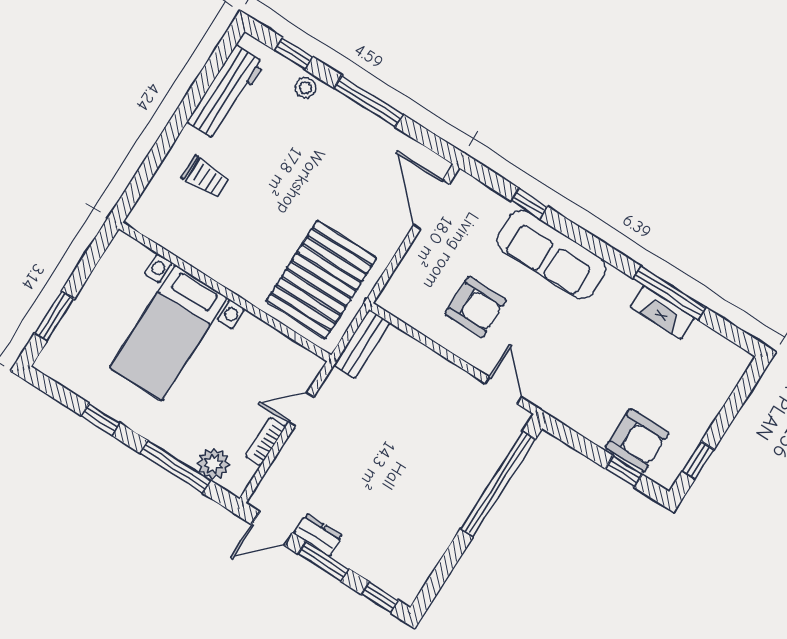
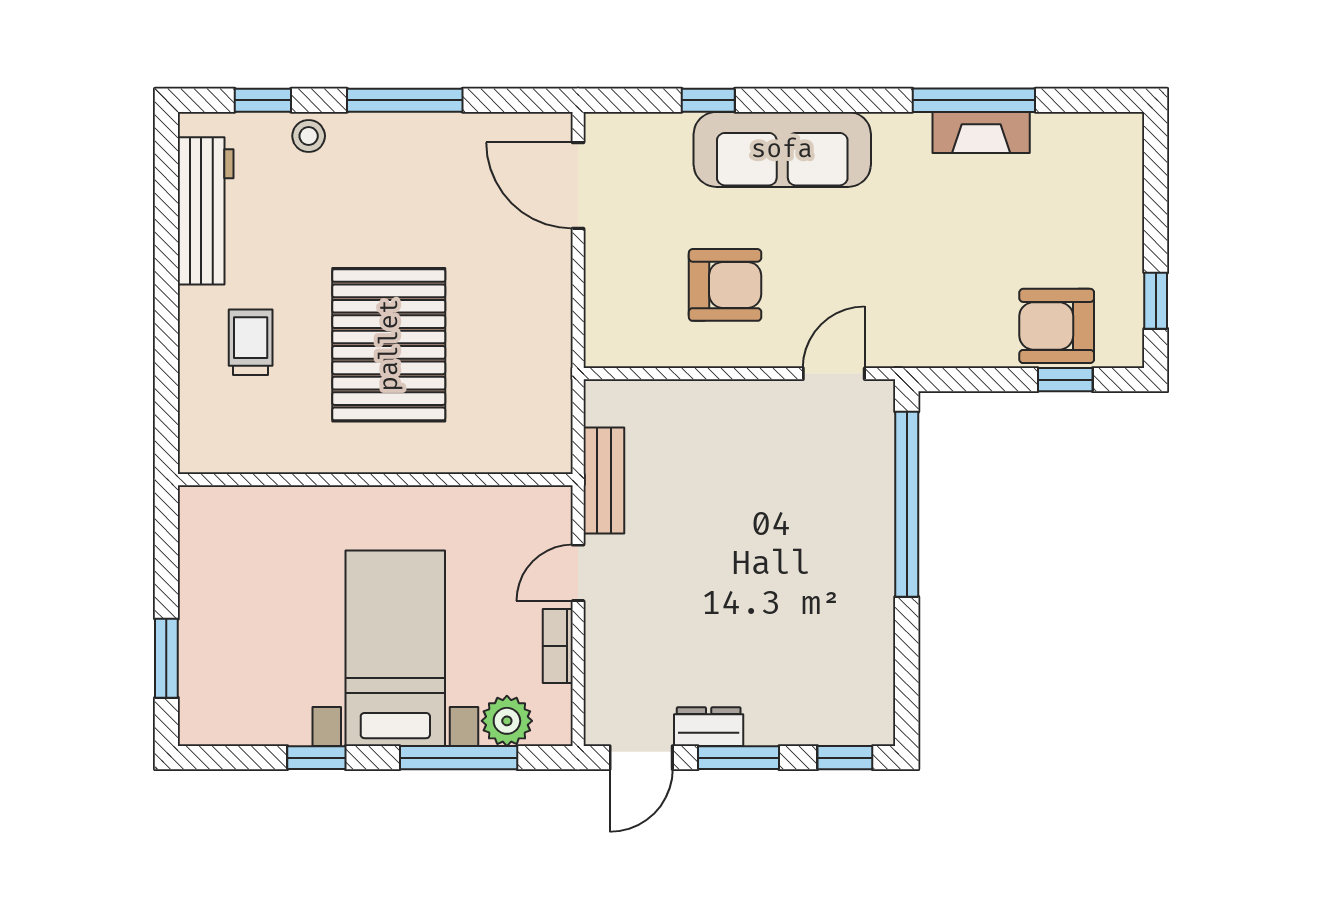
trolley: (205, 177) -> (251, 342), turned -90
pallet: (321, 280) -> (389, 345), moved
bed with nightstands: (168, 333) -> (395, 648), moved, turned 180
bench: (362, 344) -> (604, 481), moved
door: (503, 390) -> (834, 374), hinge flipped
armchair: (637, 440) -> (1057, 326), turned 180

